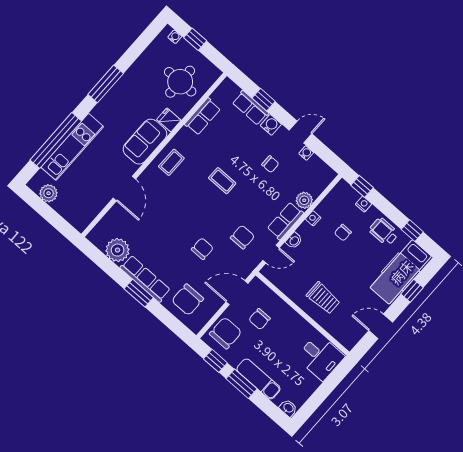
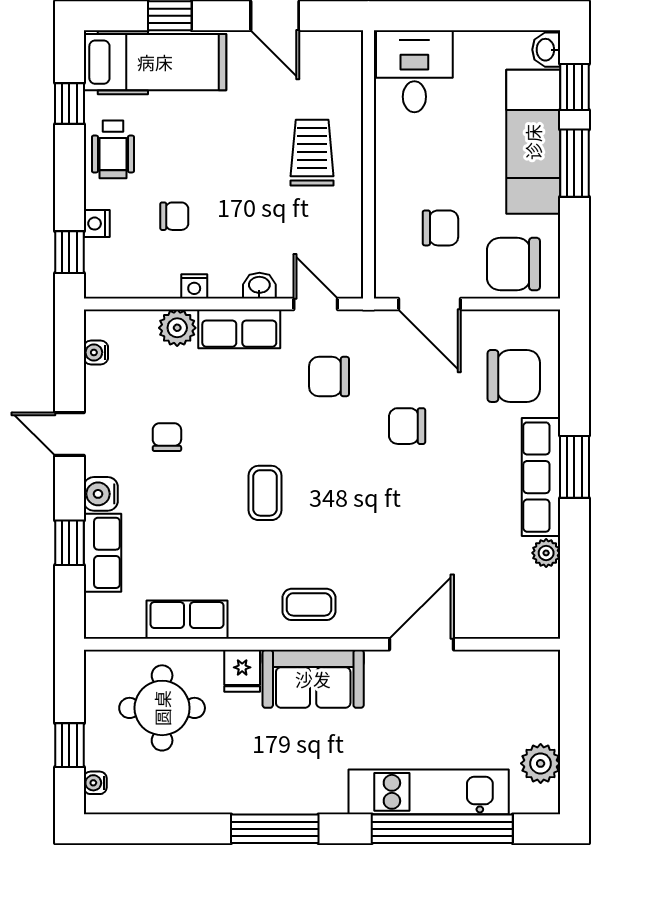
water cooler: (306, 153) -> (96, 352), moved
plant: (118, 250) -> (546, 553), width x0.53, depth x0.53
window: (215, 361) -> (574, 87), moved
exam couch: (258, 379) -> (533, 142), width x1.36, depth x1.45

